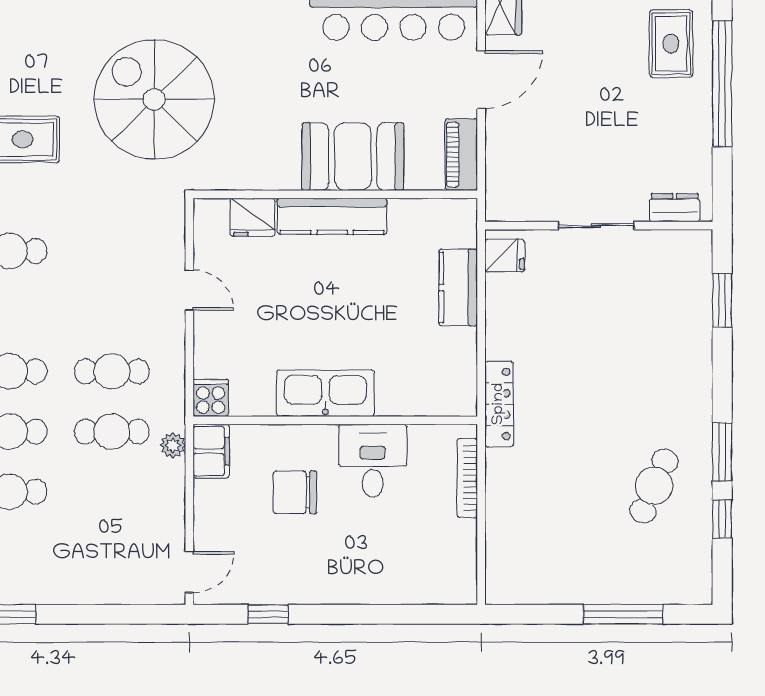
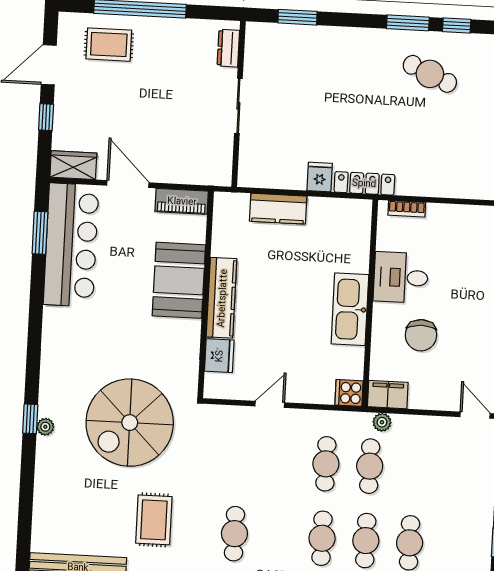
fridge: (505, 255) -> (320, 177), moved
bookcase: (467, 478) -> (407, 209), width x0.64

